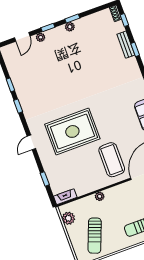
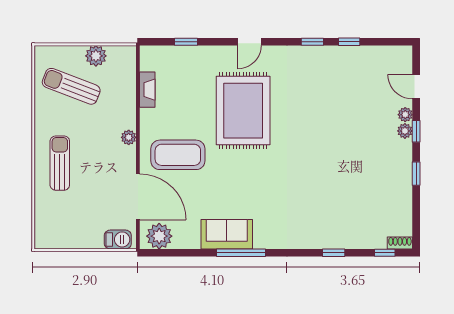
plant: (70, 27) -> (405, 131), moved
bench: (126, 45) -> (346, 241), removed
door: (31, 142) -> (249, 42), swing flipped
plant: (100, 196) -> (129, 137), moved
fireplace: (65, 197) -> (147, 90), moved
plant: (68, 218) -> (96, 56), moved

